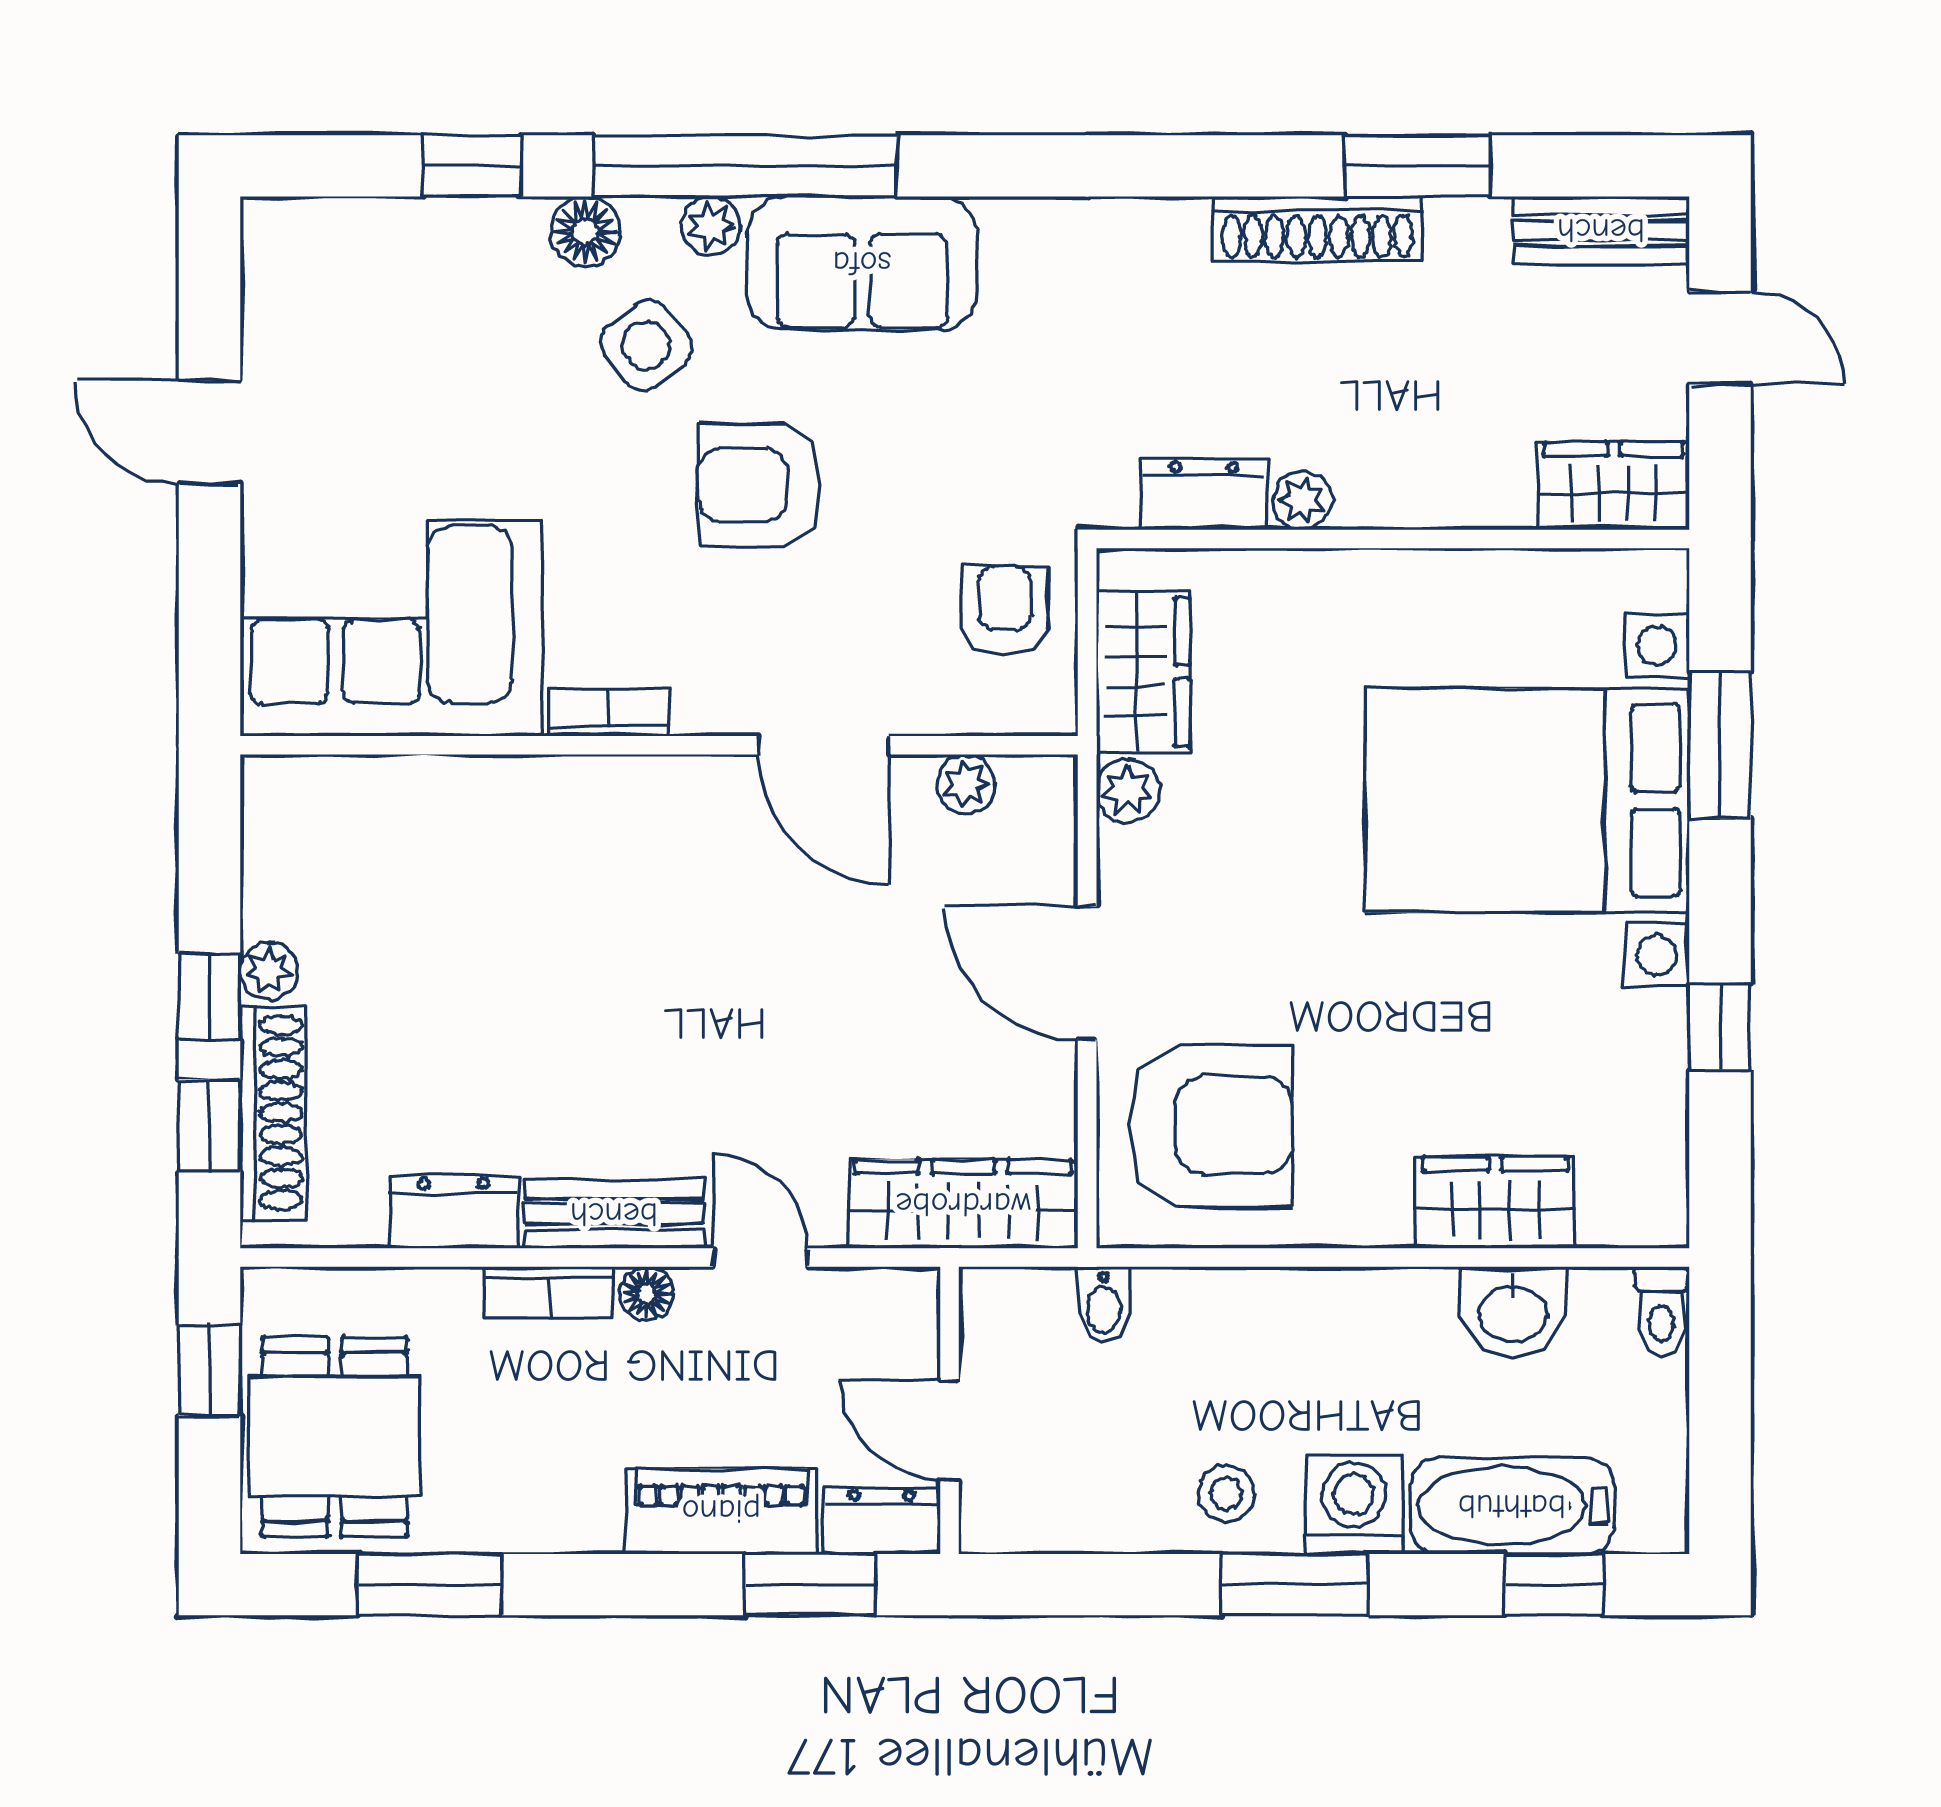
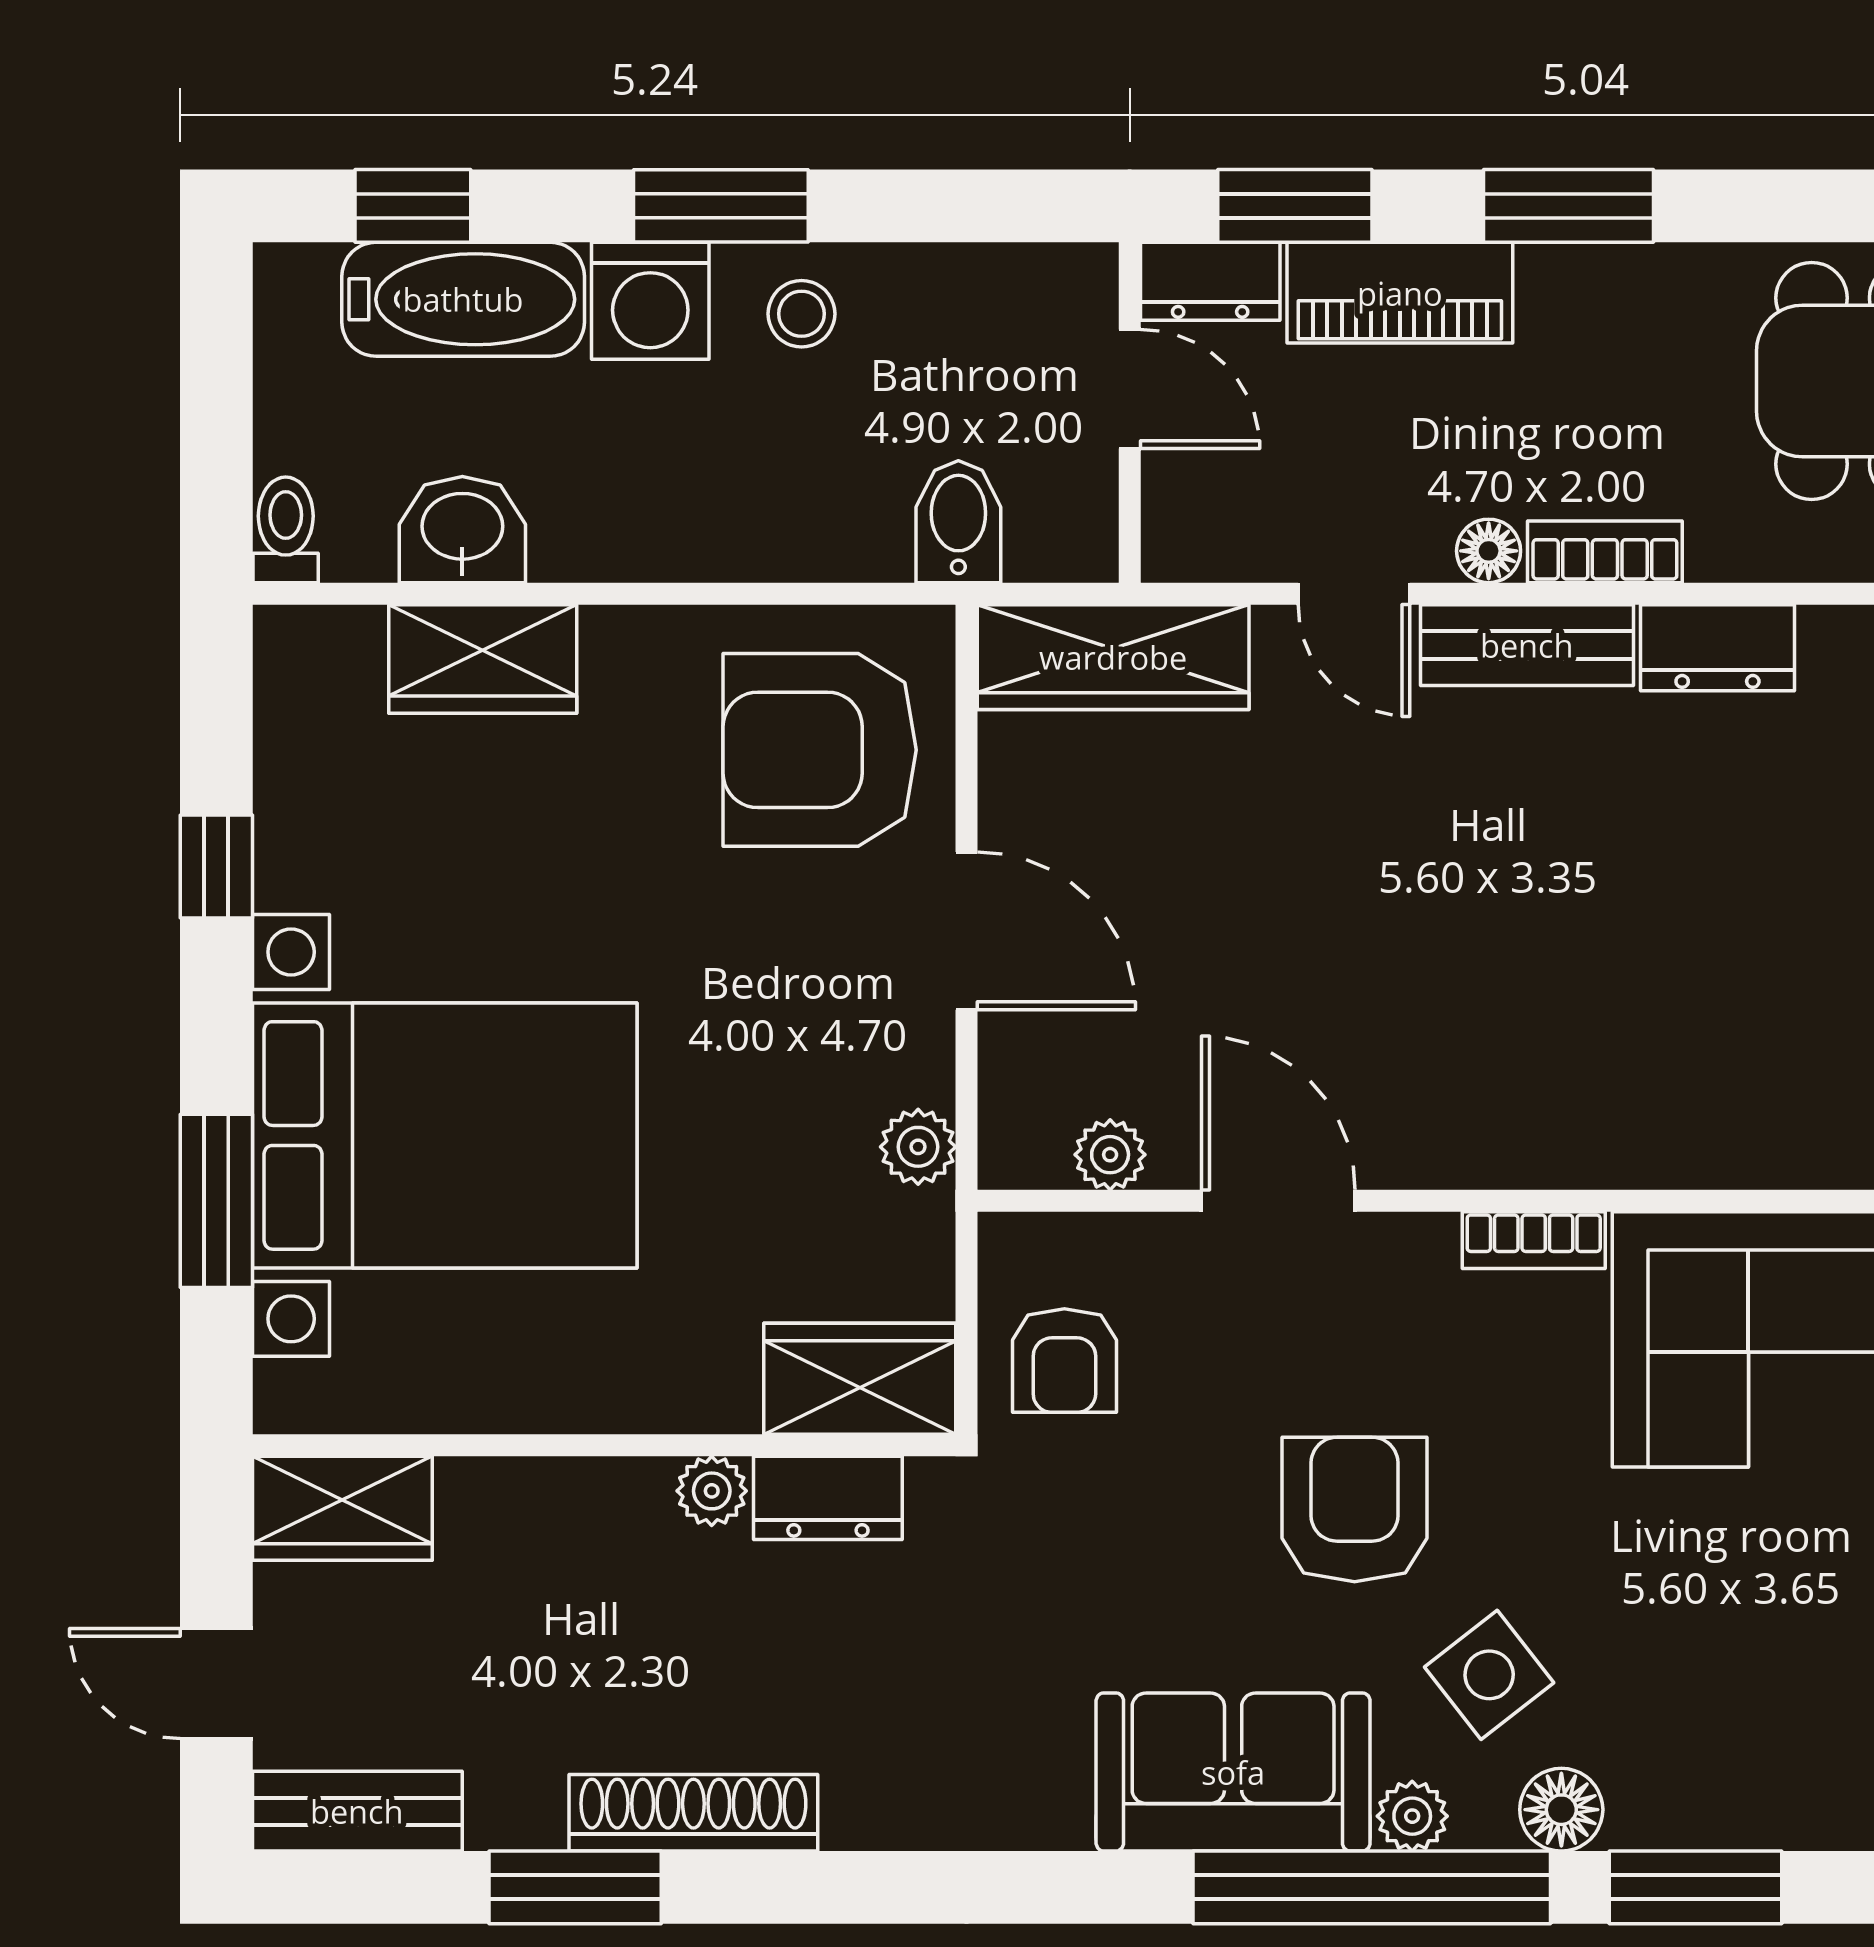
window: (472, 166) -> (1696, 1887), width x1.50
armchair: (760, 485) -> (1355, 1509), turned -90
wardrobe: (1143, 672) -> (860, 1379), moved, turned 90
bidet: (1104, 1305) -> (958, 522), width x1.38, depth x1.36
window: (430, 1585) -> (1568, 206), moved

